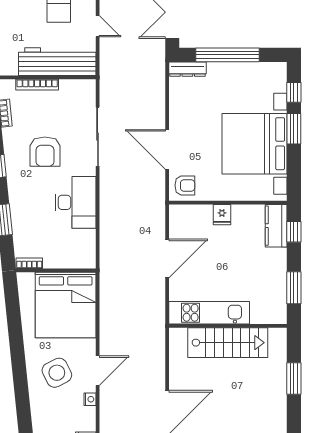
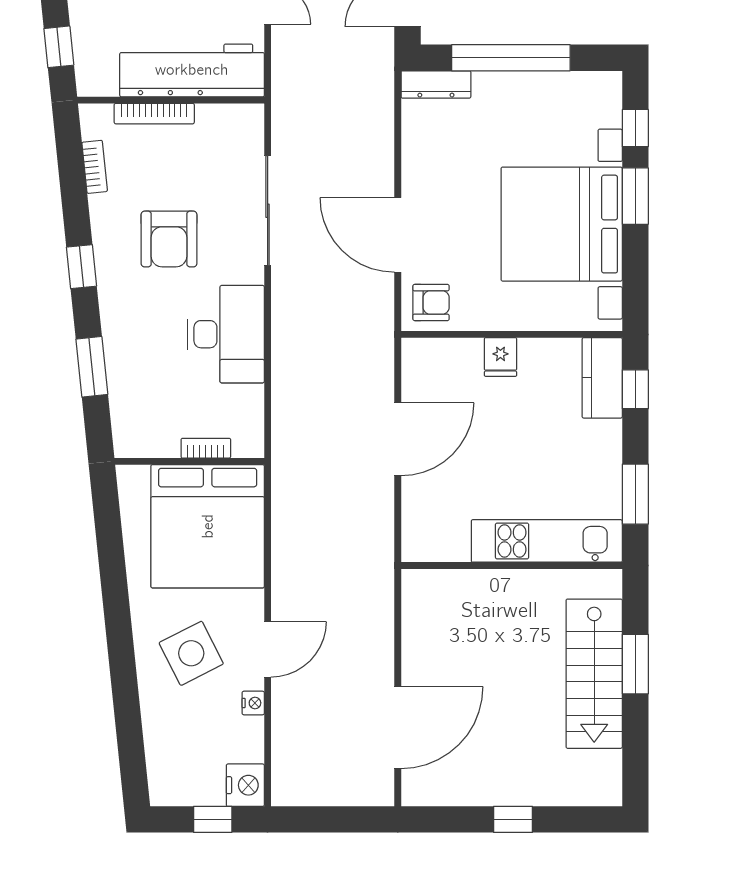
bookcase: (29, 263) -> (206, 448), moved
kitchen unit: (209, 313) -> (547, 541), moved
stairs: (228, 343) -> (594, 674), moved, turned 90

